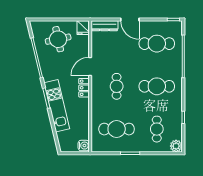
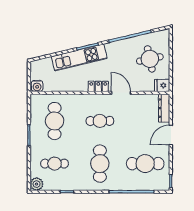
cafe table: (157, 44) -> (145, 164), turned 90

